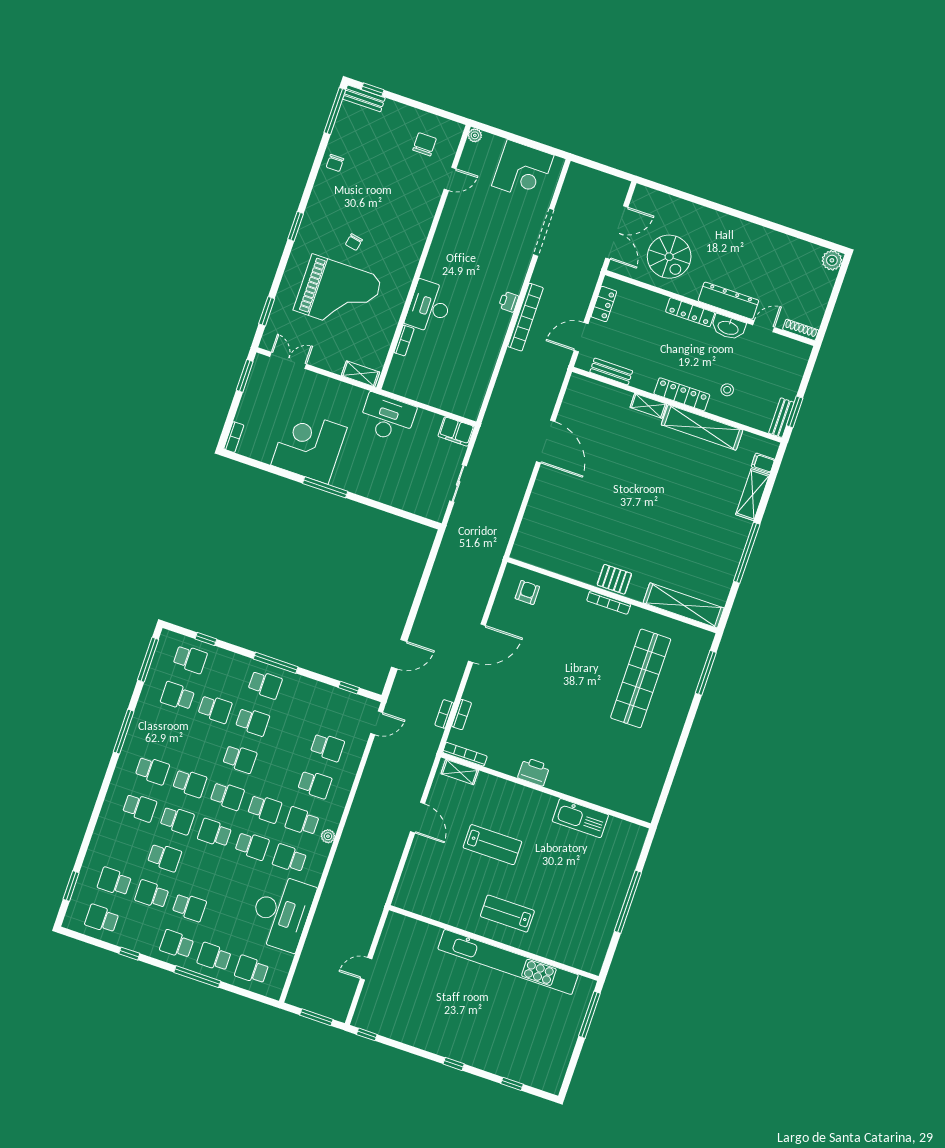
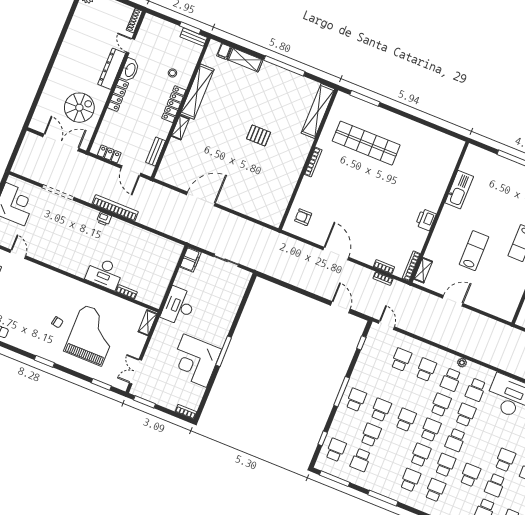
pallet: (614, 579) -> (259, 136), moved, turned 90

